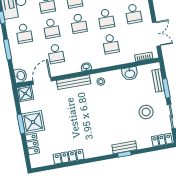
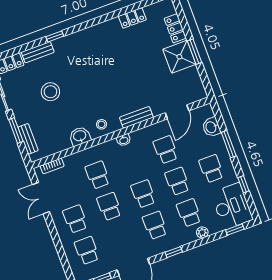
washbasin: (130, 74) -> (80, 136), moved
washbasin: (20, 76) -> (211, 127), moved
bench: (74, 82) -> (136, 117), width x0.73
shower: (25, 94) -> (196, 92), removed
stool: (146, 112) -> (50, 92), moved
bench: (124, 147) -> (38, 52), moved
locker: (69, 157) -> (132, 18), width x0.66

